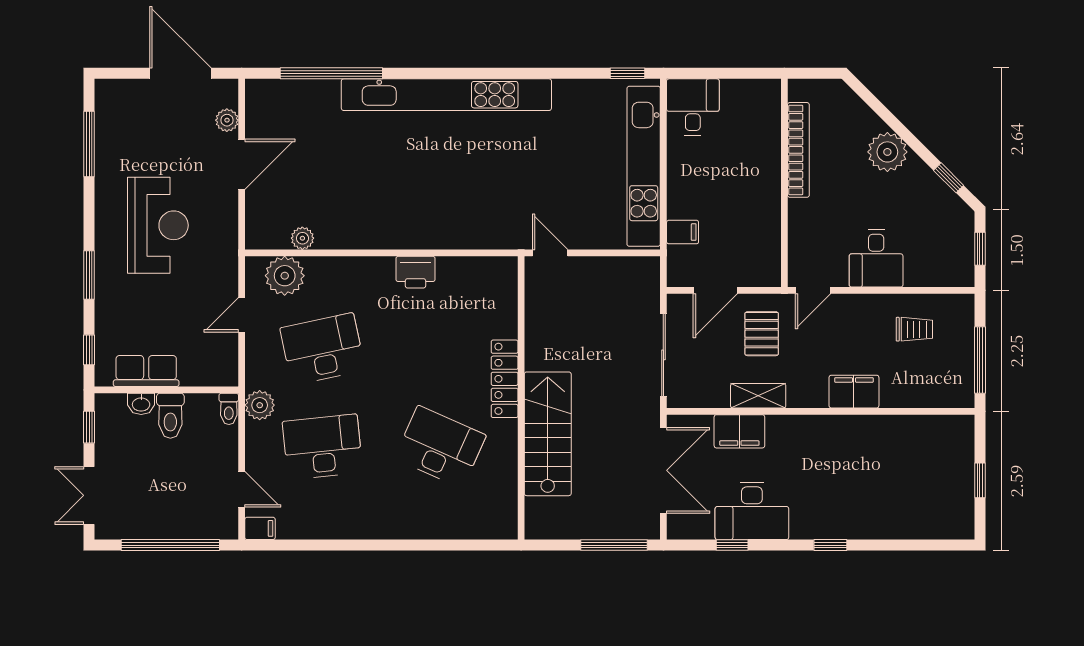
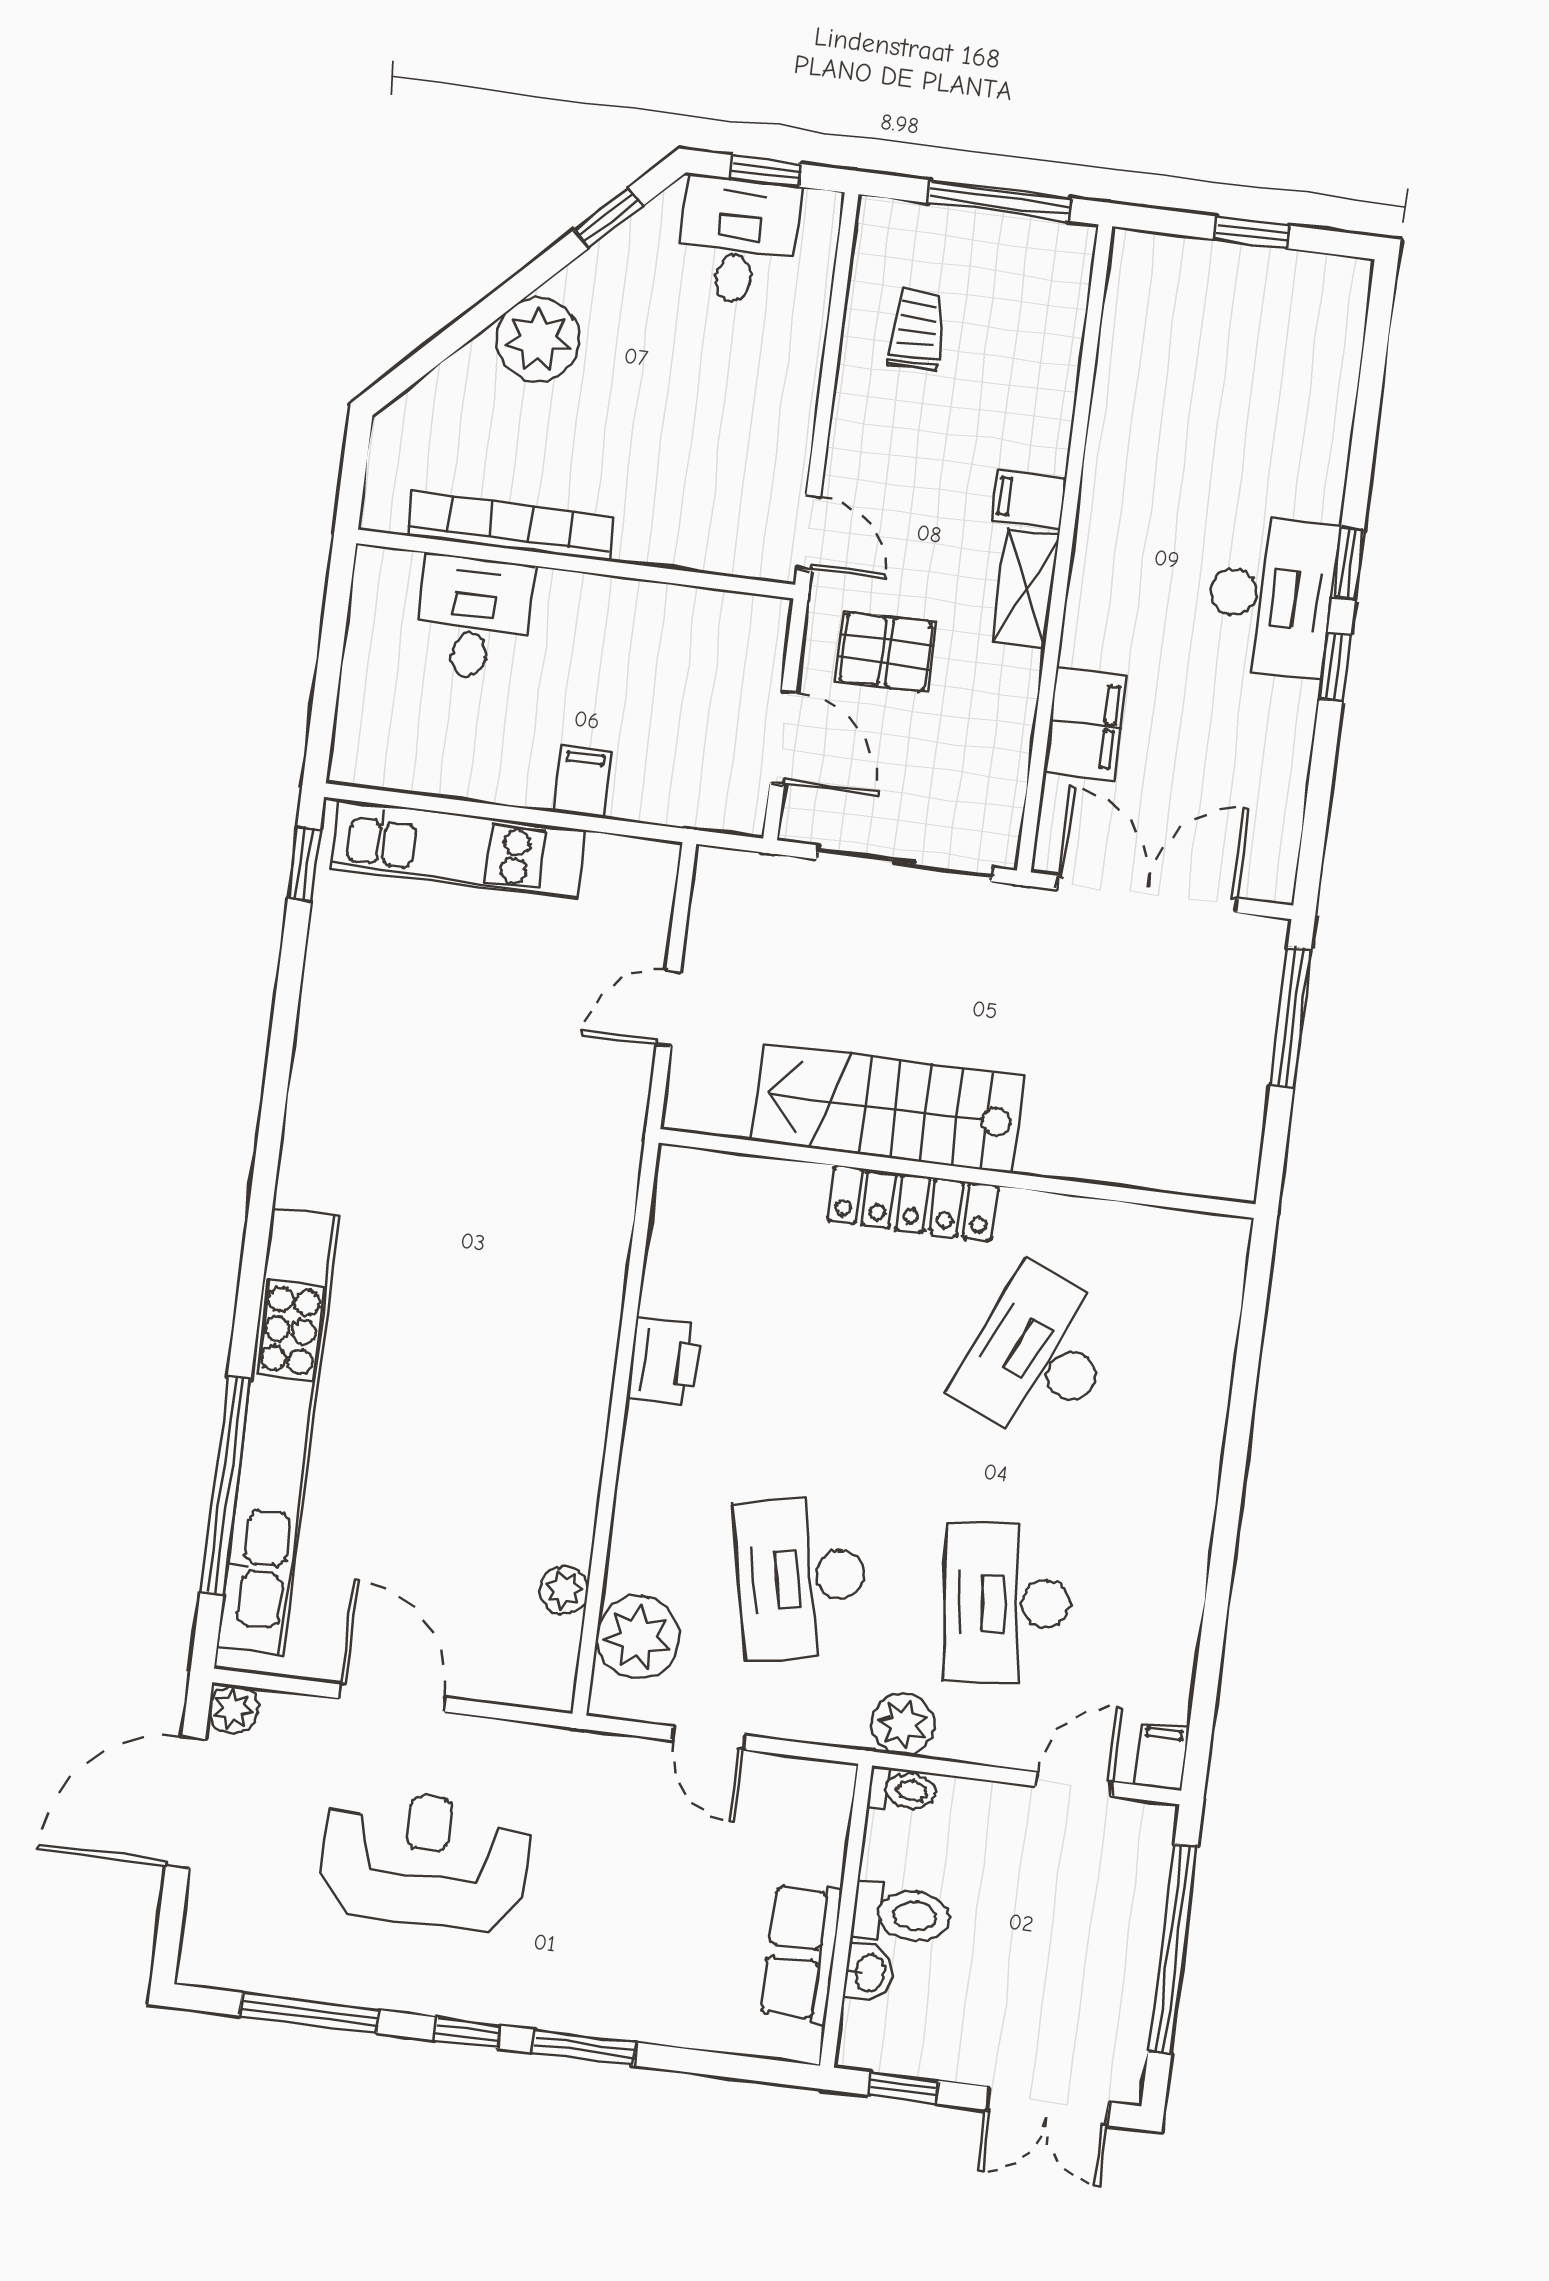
kitchen unit: (446, 95) -> (278, 1432), moved
desk: (693, 107) -> (474, 618), moved, turned 90
plant: (227, 120) -> (233, 1709), moved
kitchen unit: (644, 166) -> (458, 849), width x0.73
reception desk: (158, 225) -> (425, 1860), moved
filing cabinet: (683, 232) -> (582, 782), moved
door: (550, 253) -> (668, 1008), moved
desk: (876, 258) -> (738, 240), moved, turned -90
window: (89, 350) -> (467, 2033), moved
filing cabinet: (854, 392) -> (1029, 499), width x0.50
shelving: (758, 396) -> (1026, 588), moved
stairs: (548, 434) -> (887, 1108), moved
desk: (752, 511) -> (1271, 597), moved
window: (732, 545) -> (1335, 667), moved

